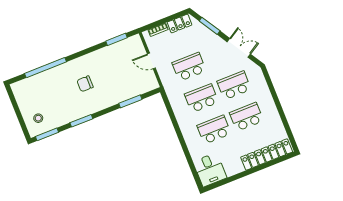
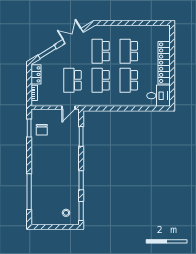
door: (151, 61) -> (69, 108), moved
chair: (85, 84) -> (42, 130), moved
locker: (267, 154) -> (164, 63), moved

